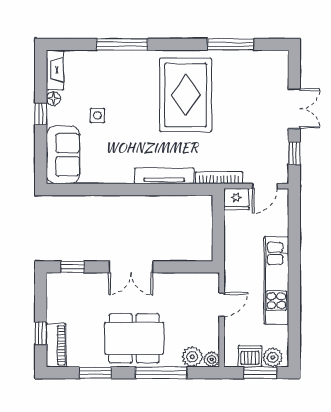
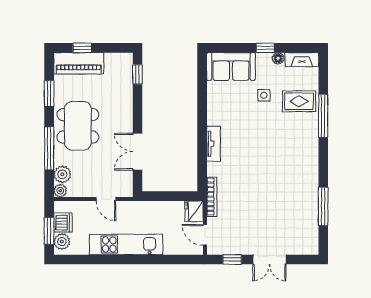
rug: (186, 95) -> (299, 101), moved, width x0.54, depth x0.49
tv unit: (164, 176) -> (213, 144), width x0.71
double door: (131, 267) -> (137, 152), moved
piano: (56, 345) -> (79, 63), width x1.37, depth x1.33

